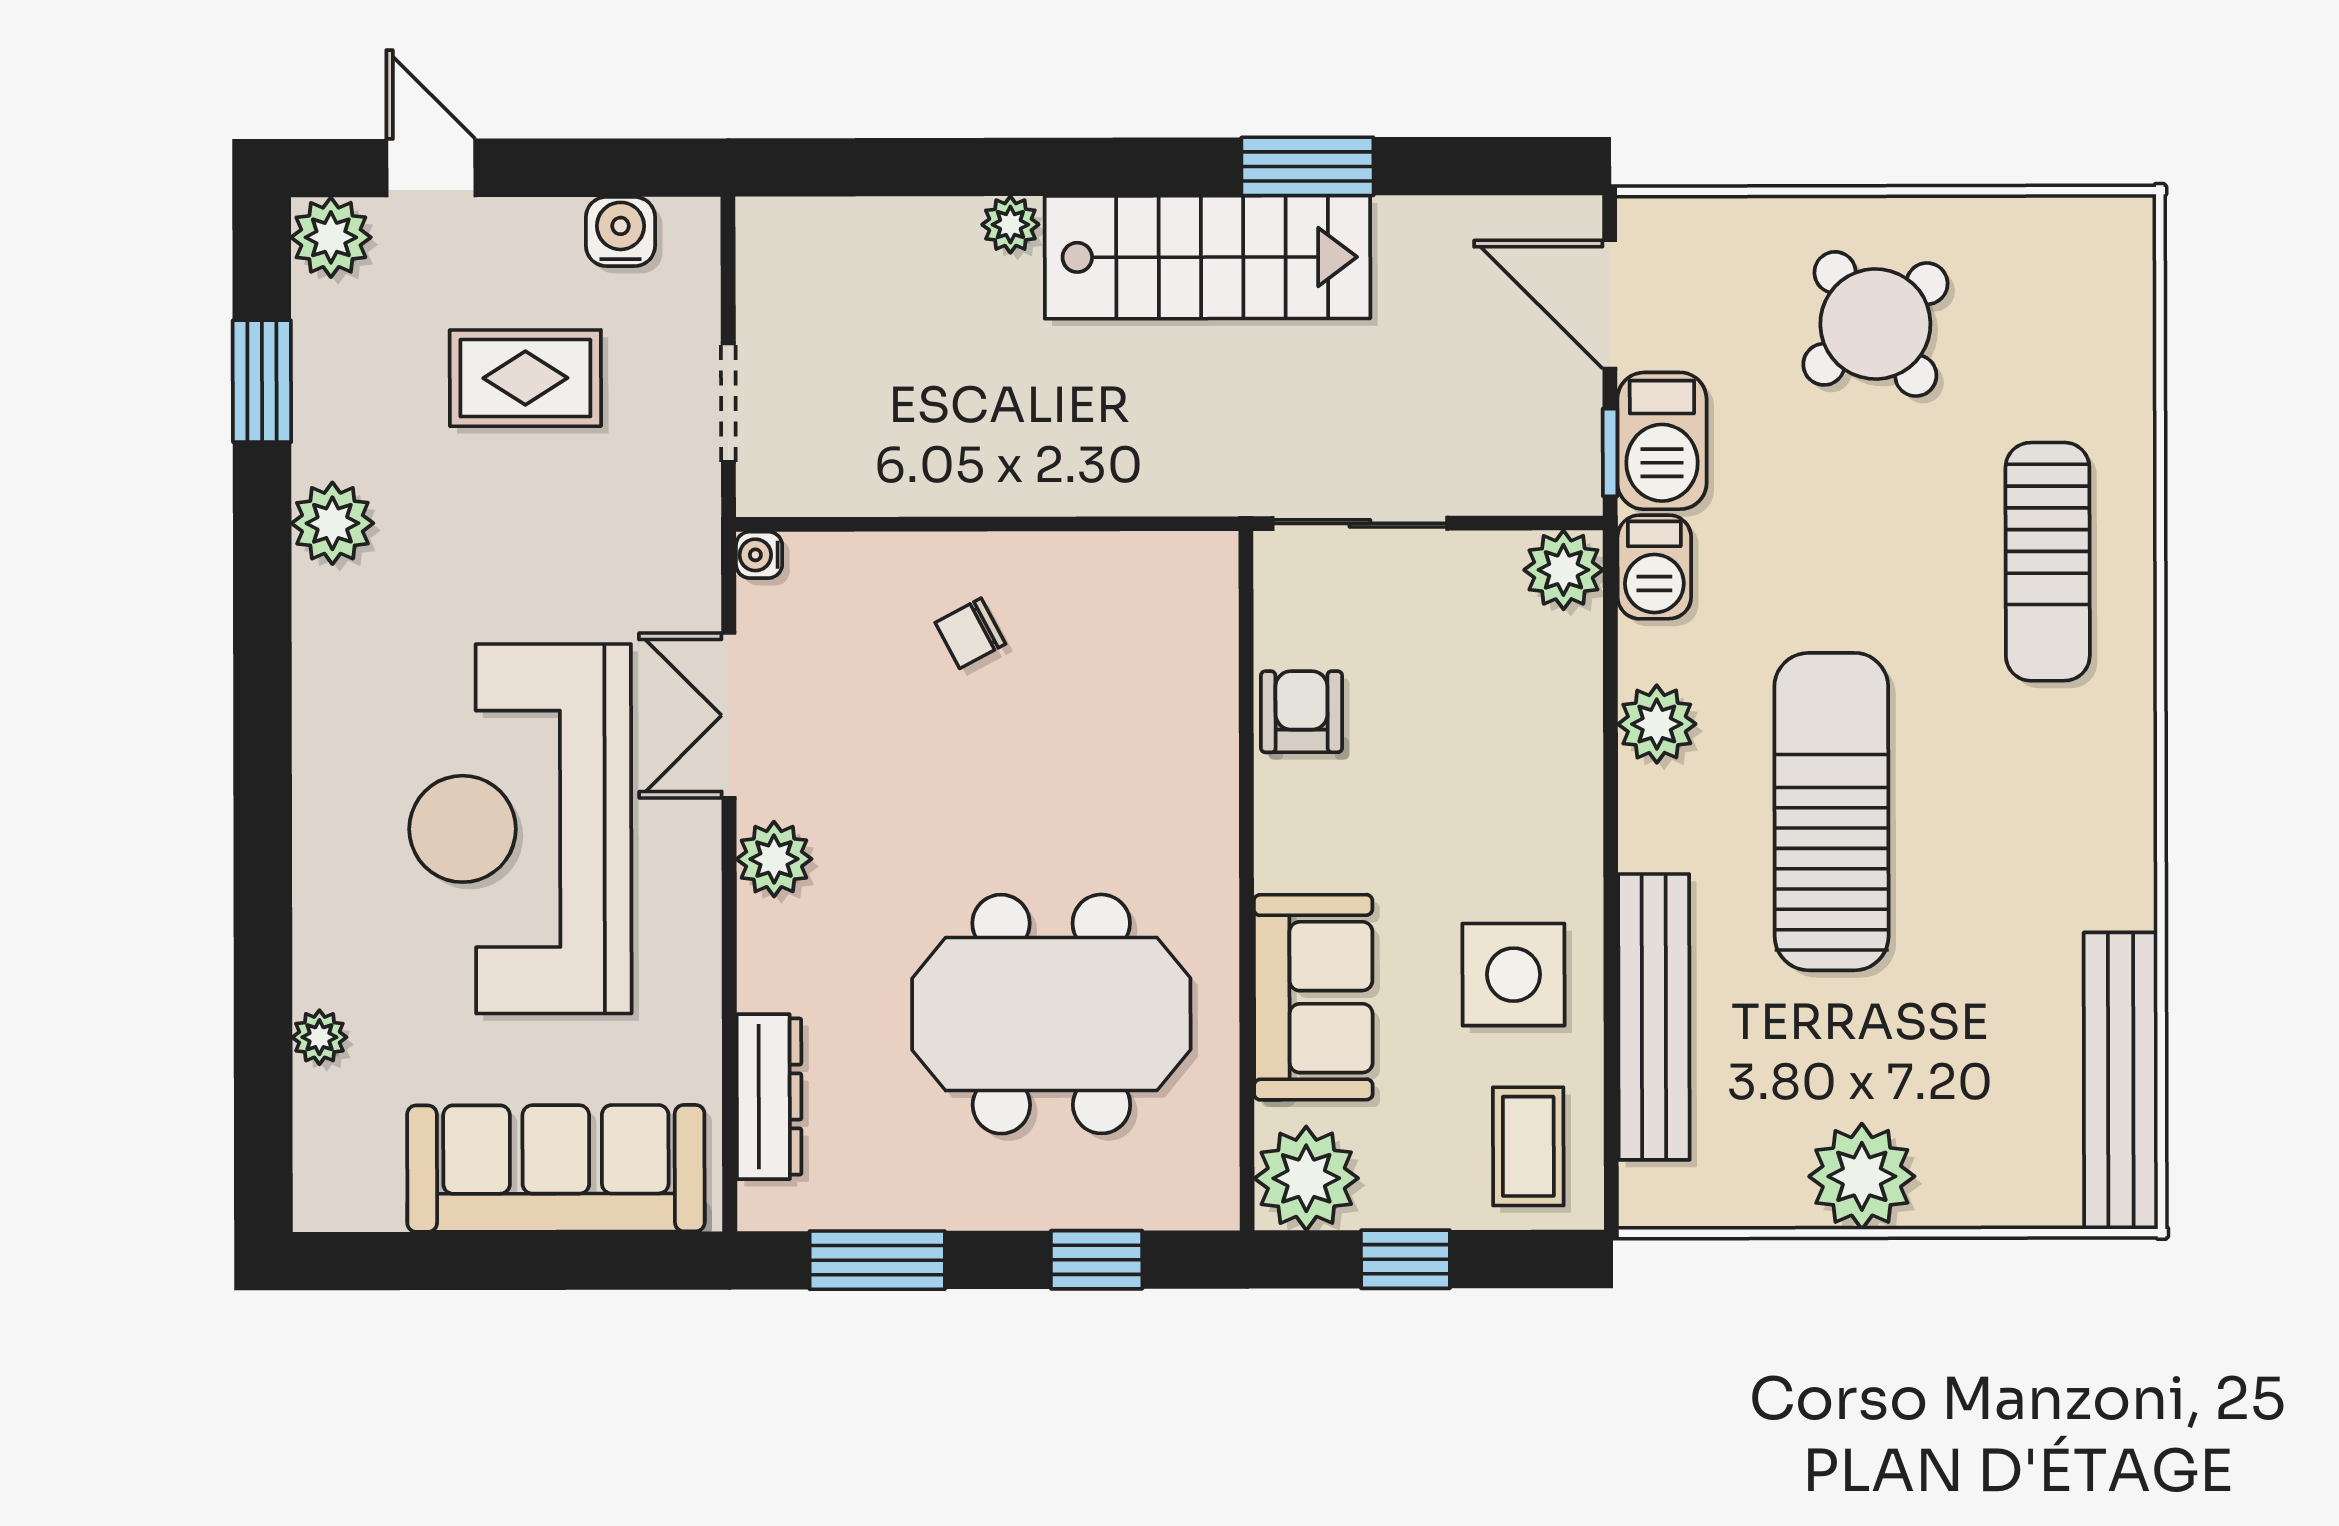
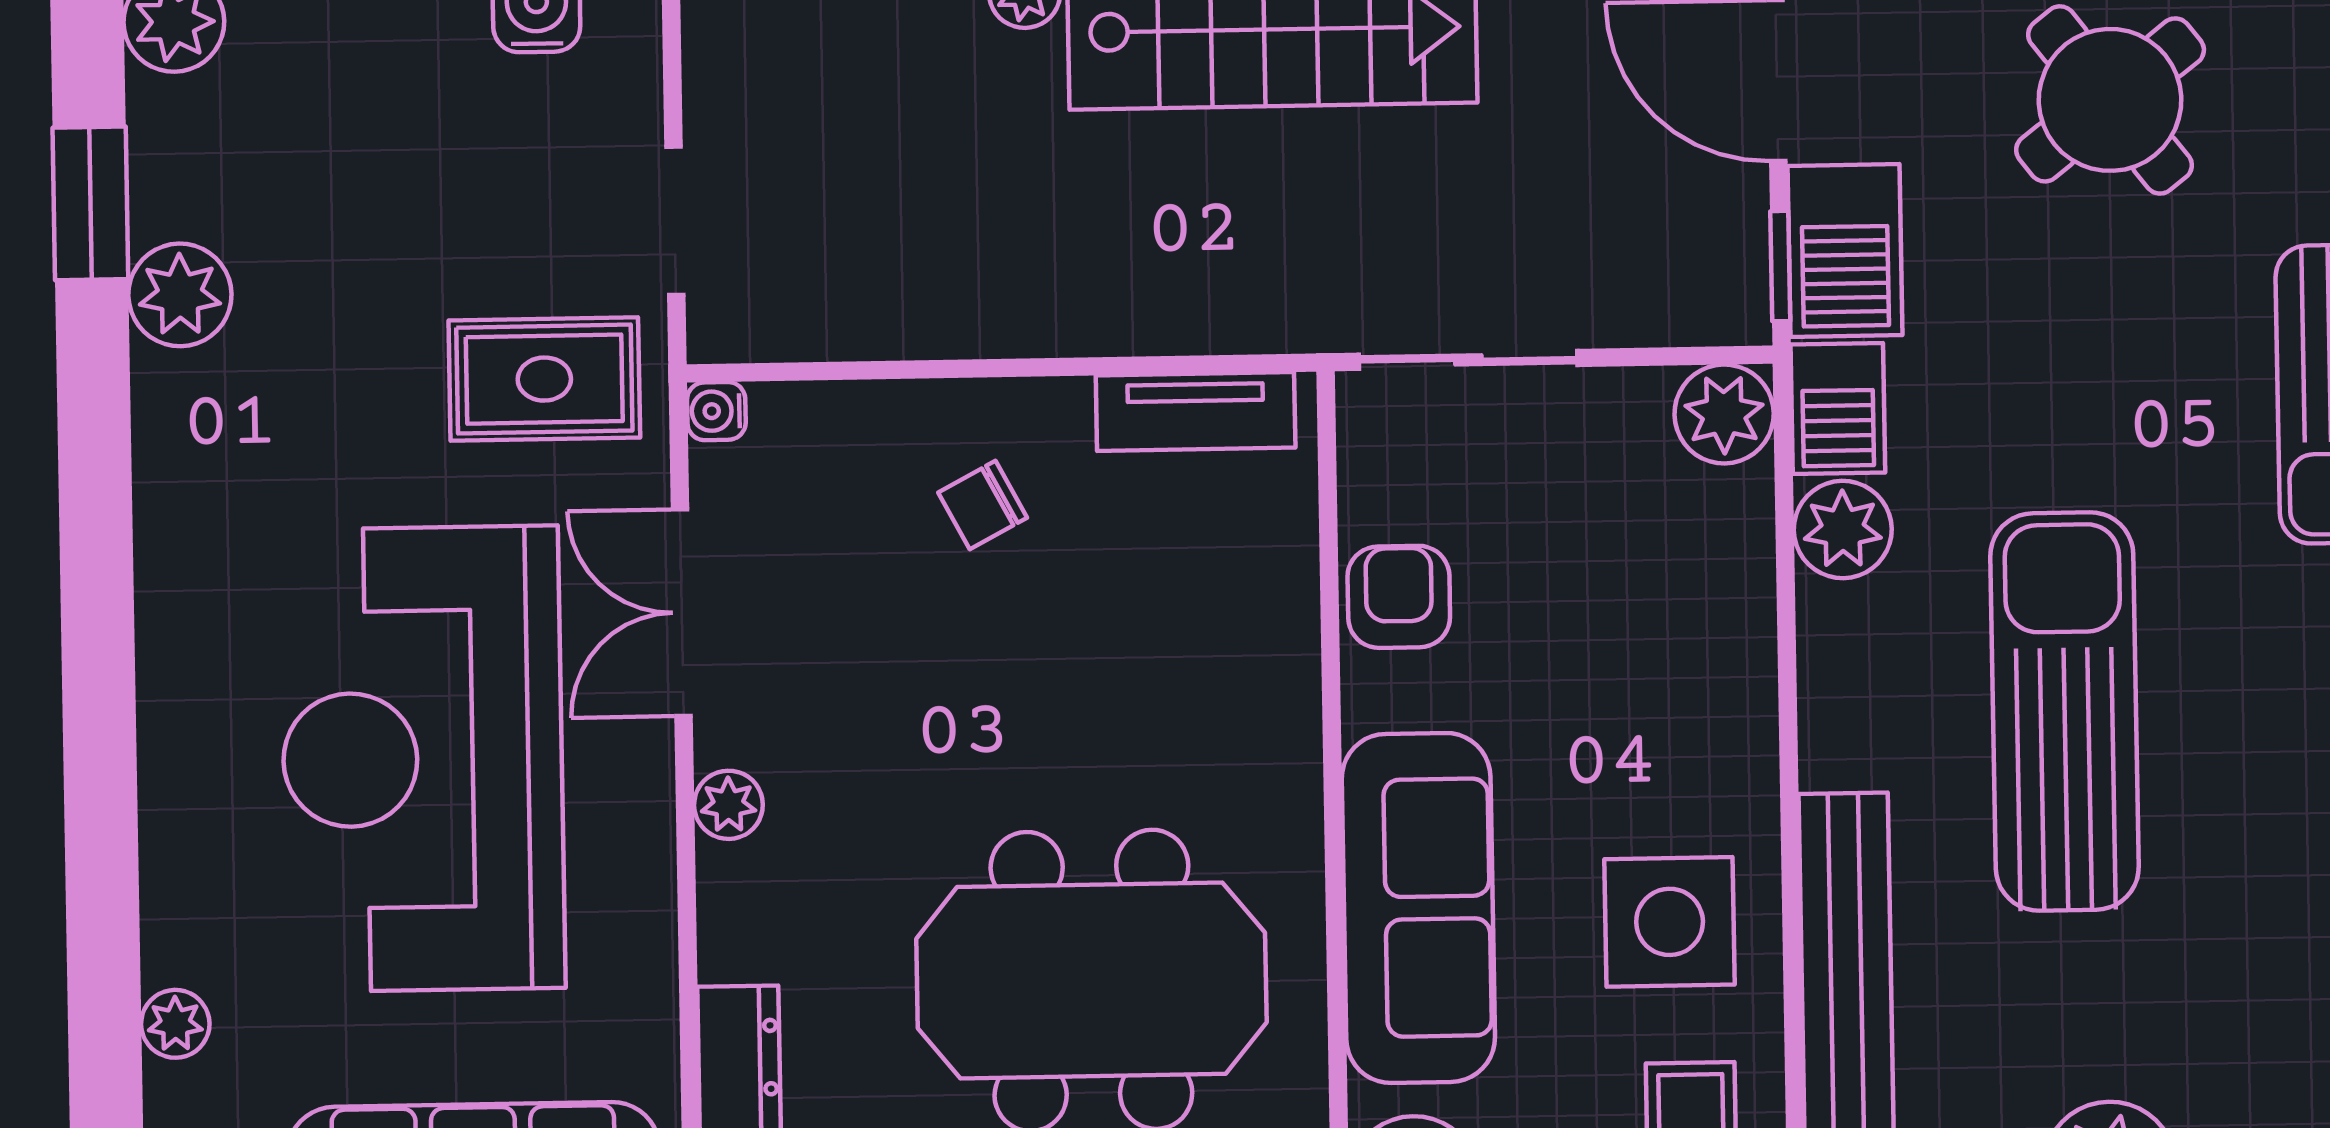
rug: (525, 378) -> (544, 379), moved
plant: (332, 523) -> (180, 295), moved
tv unit: (1142, 561) -> (1196, 412), added
plant: (1657, 724) -> (1843, 529), moved
plant: (774, 859) -> (728, 805), width x0.73, depth x0.73
sofa: (1313, 997) -> (1418, 908), width x1.36

